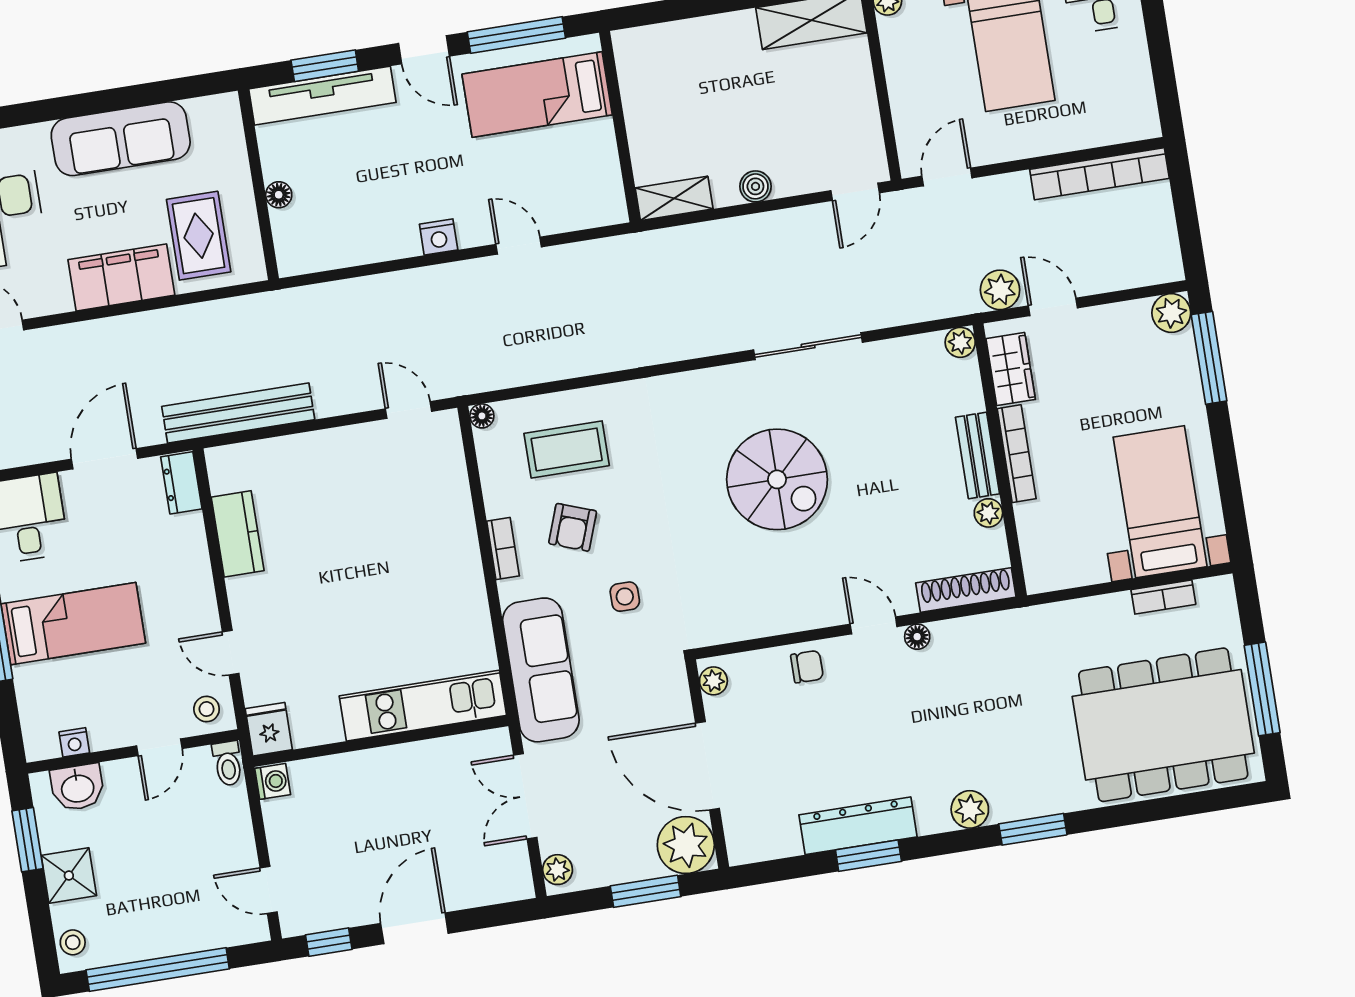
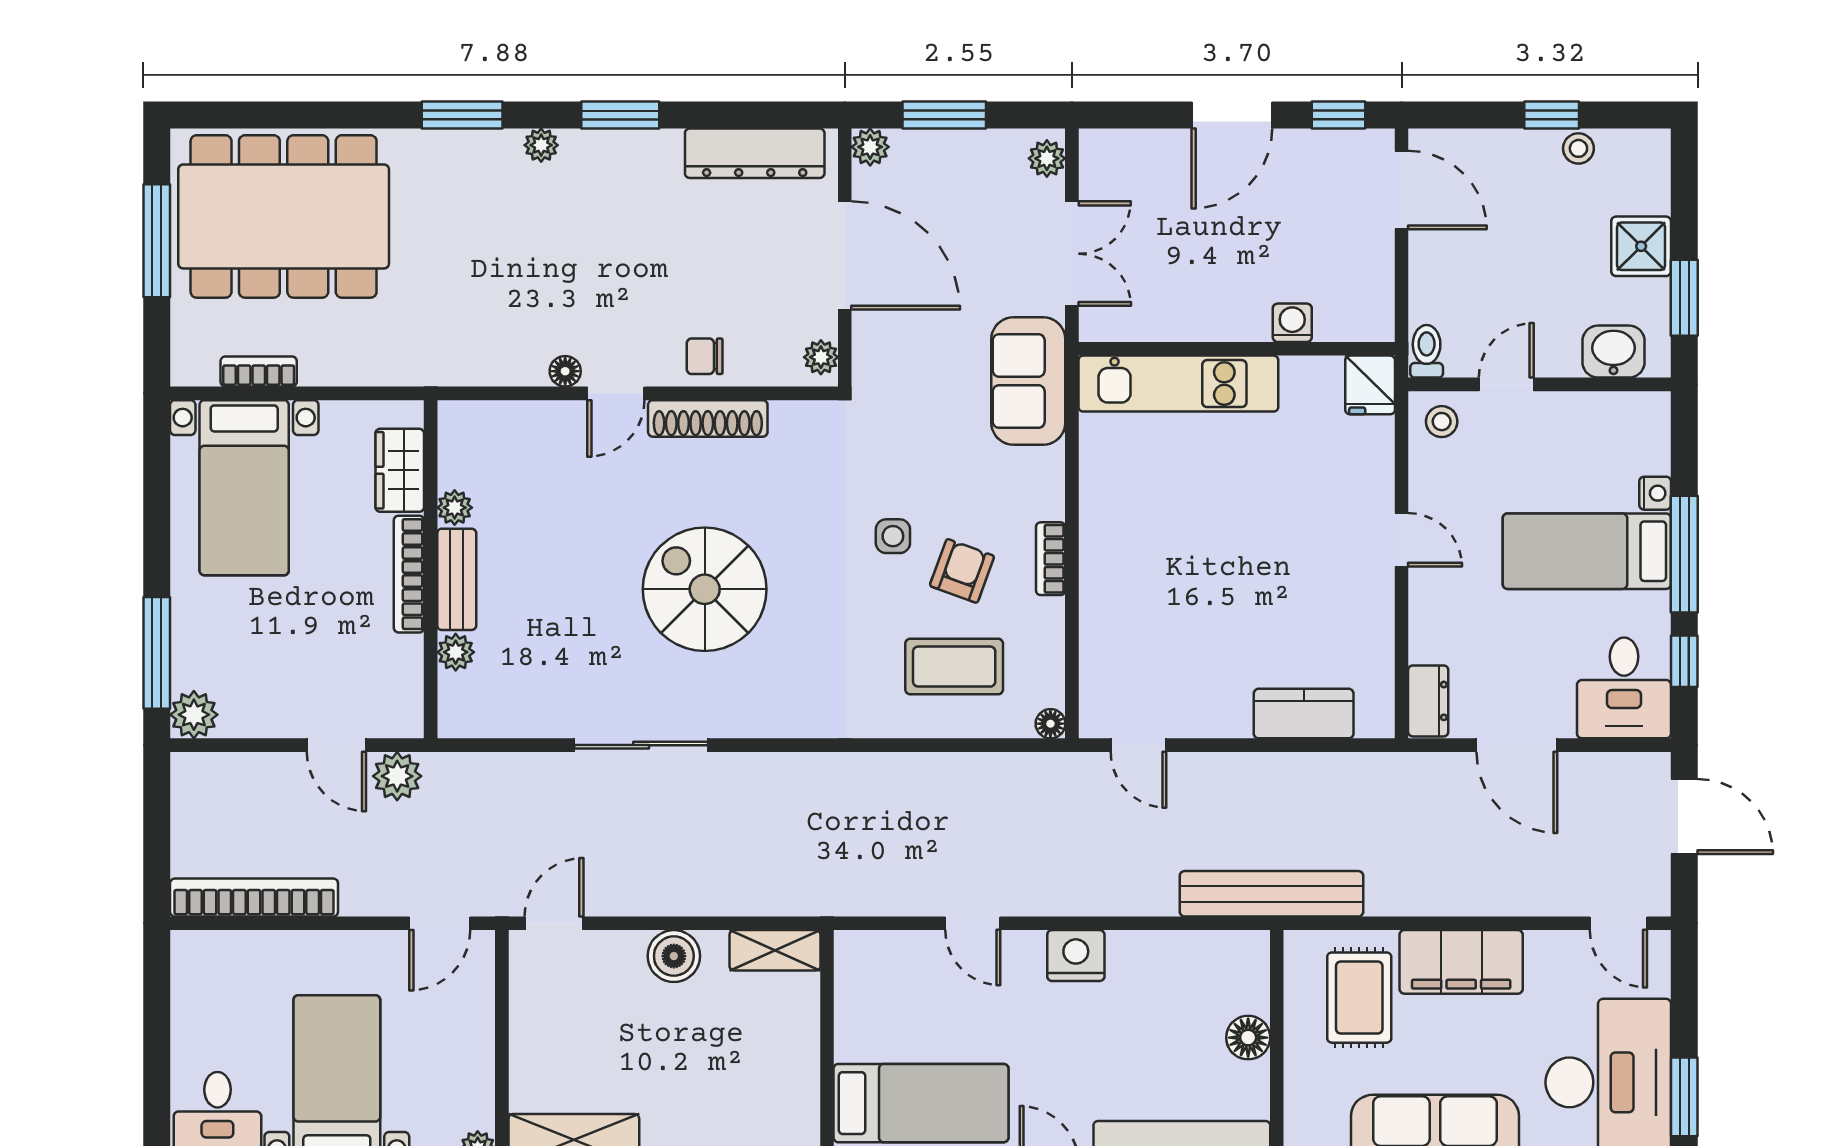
boiler: (755, 186) -> (674, 956), width x1.36, depth x1.36
floor lamp: (279, 195) -> (1248, 1038), width x1.37, depth x1.37
nightstand: (439, 237) -> (1076, 956), width x1.36, depth x1.33
plant: (960, 342) -> (456, 652), moved
wardrobe: (1011, 369) -> (400, 470), moved
bench: (238, 413) -> (1271, 894), moved
door: (104, 459) -> (1517, 745), hinge flipped
kitchen counter: (238, 534) -> (1304, 714), moved, turned 90
shoe rack: (966, 590) -> (708, 418), moved
side table: (625, 597) -> (893, 536), moved
door: (874, 625) -> (616, 393), hinge flipped
door: (231, 653) -> (1401, 540), moved
sofa: (541, 670) -> (1028, 381), width x0.73
nightstand: (74, 742) -> (1655, 493), moved, turned 90
washing machine: (273, 781) -> (1292, 323), moved, turned 90
plant: (970, 809) -> (541, 145), width x0.73, depth x0.73
dresser: (858, 826) -> (755, 153), moved
plant: (686, 845) -> (870, 147), width x0.53, depth x0.53
window: (868, 856) -> (620, 115), moved
door: (269, 890) -> (1401, 190), width x1.38
stool: (73, 942) -> (1578, 148), moved
window: (158, 969) -> (1552, 115), width x0.32

